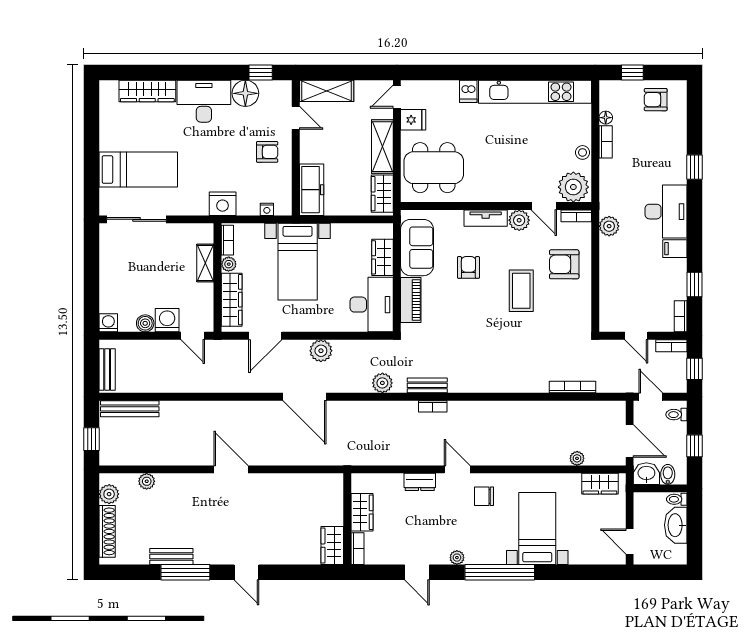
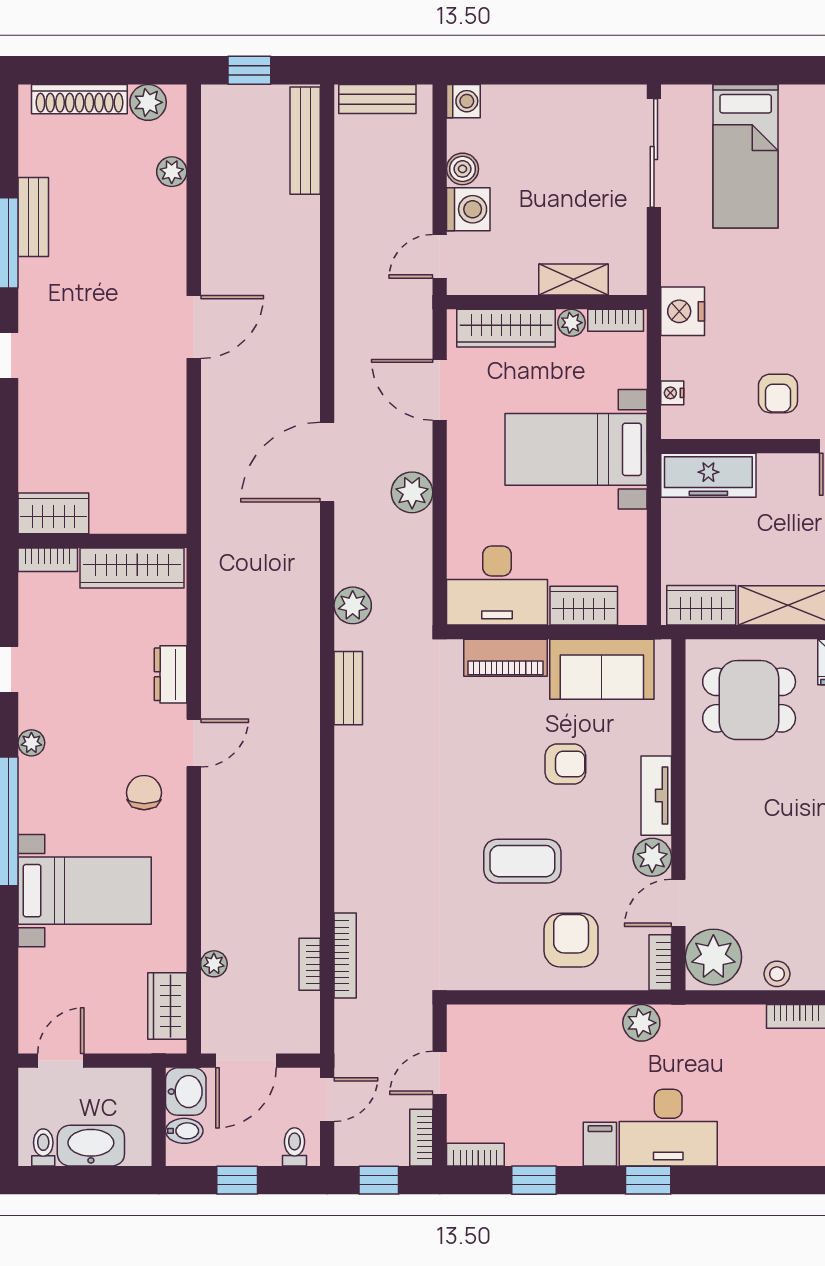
window: (695, 167) -> (648, 1180), moved
dining table: (434, 168) -> (749, 700), width x0.73
bookcase: (433, 406) -> (310, 964), moved
toilet: (677, 499) -> (43, 1147), moved
wardrobe: (362, 512) -> (132, 568), width x1.50

